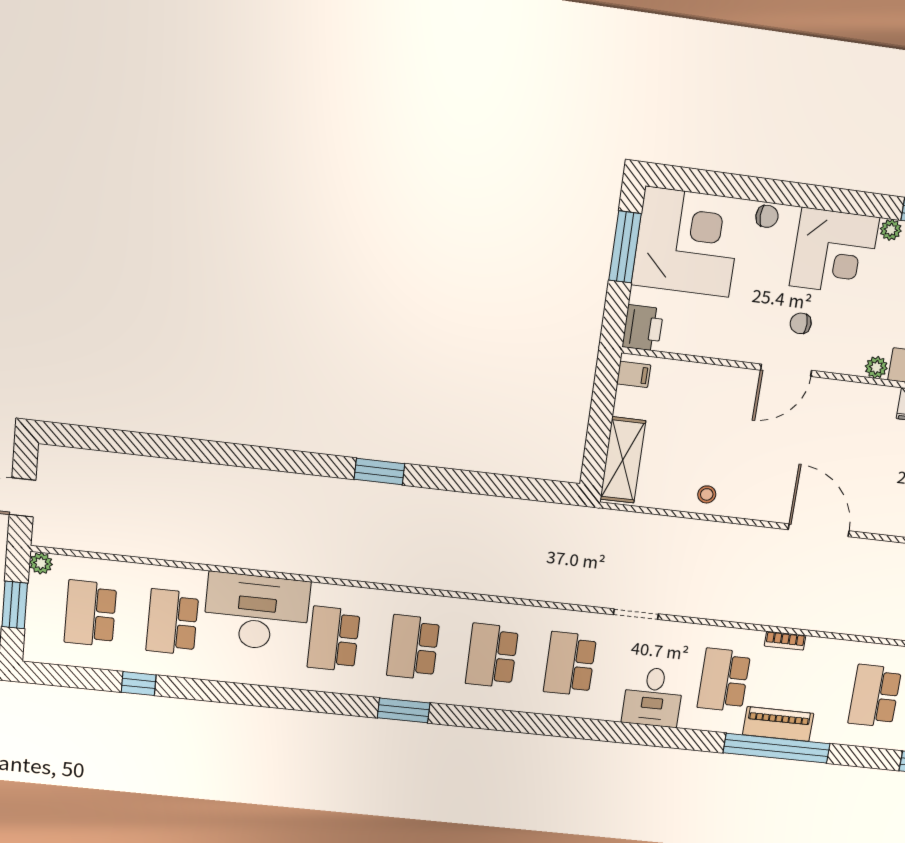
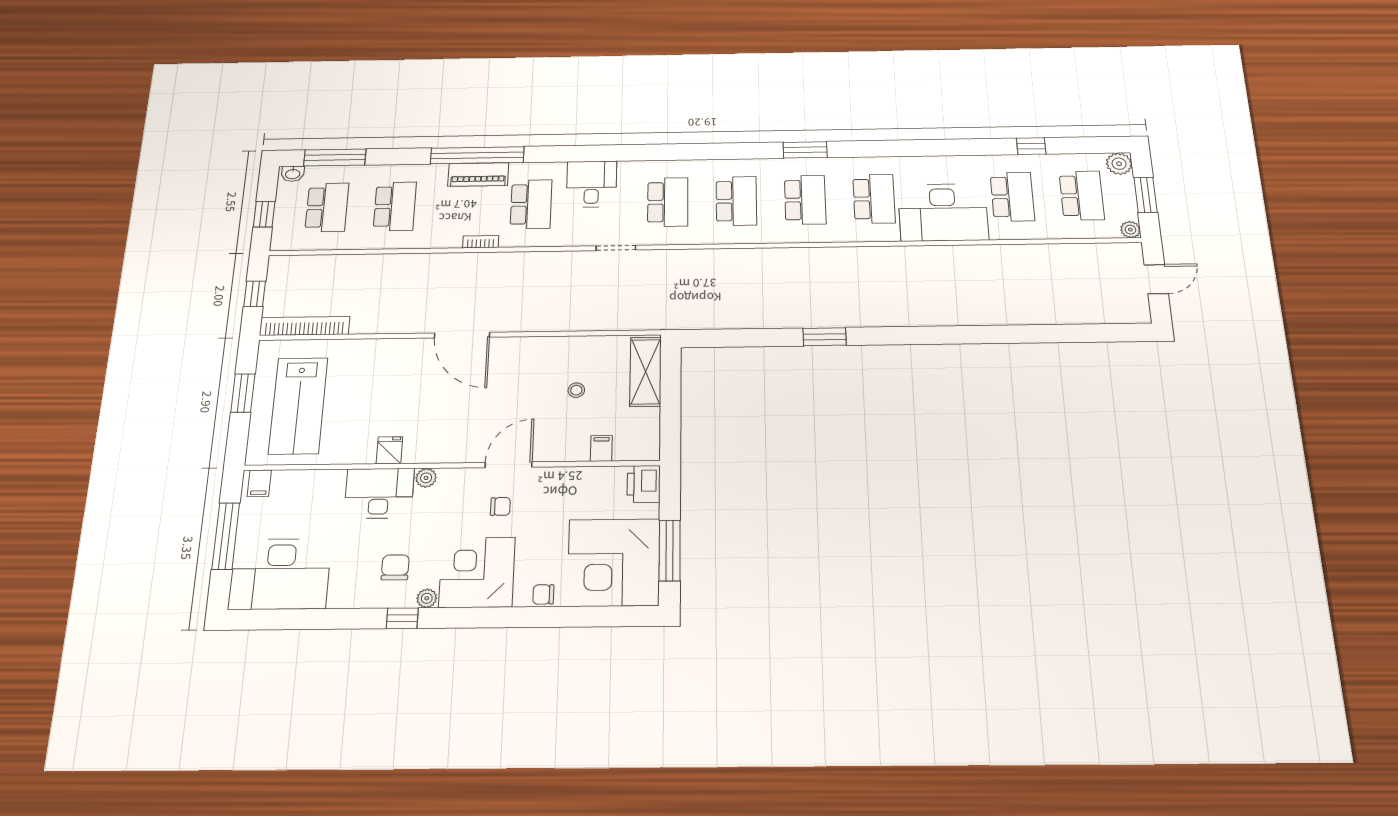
filing cabinet: (634, 374) -> (601, 448), moved, turned 90
window: (379, 472) -> (825, 337), moved
stool: (707, 494) -> (576, 390), moved
plant: (39, 649) -> (1119, 164), added

